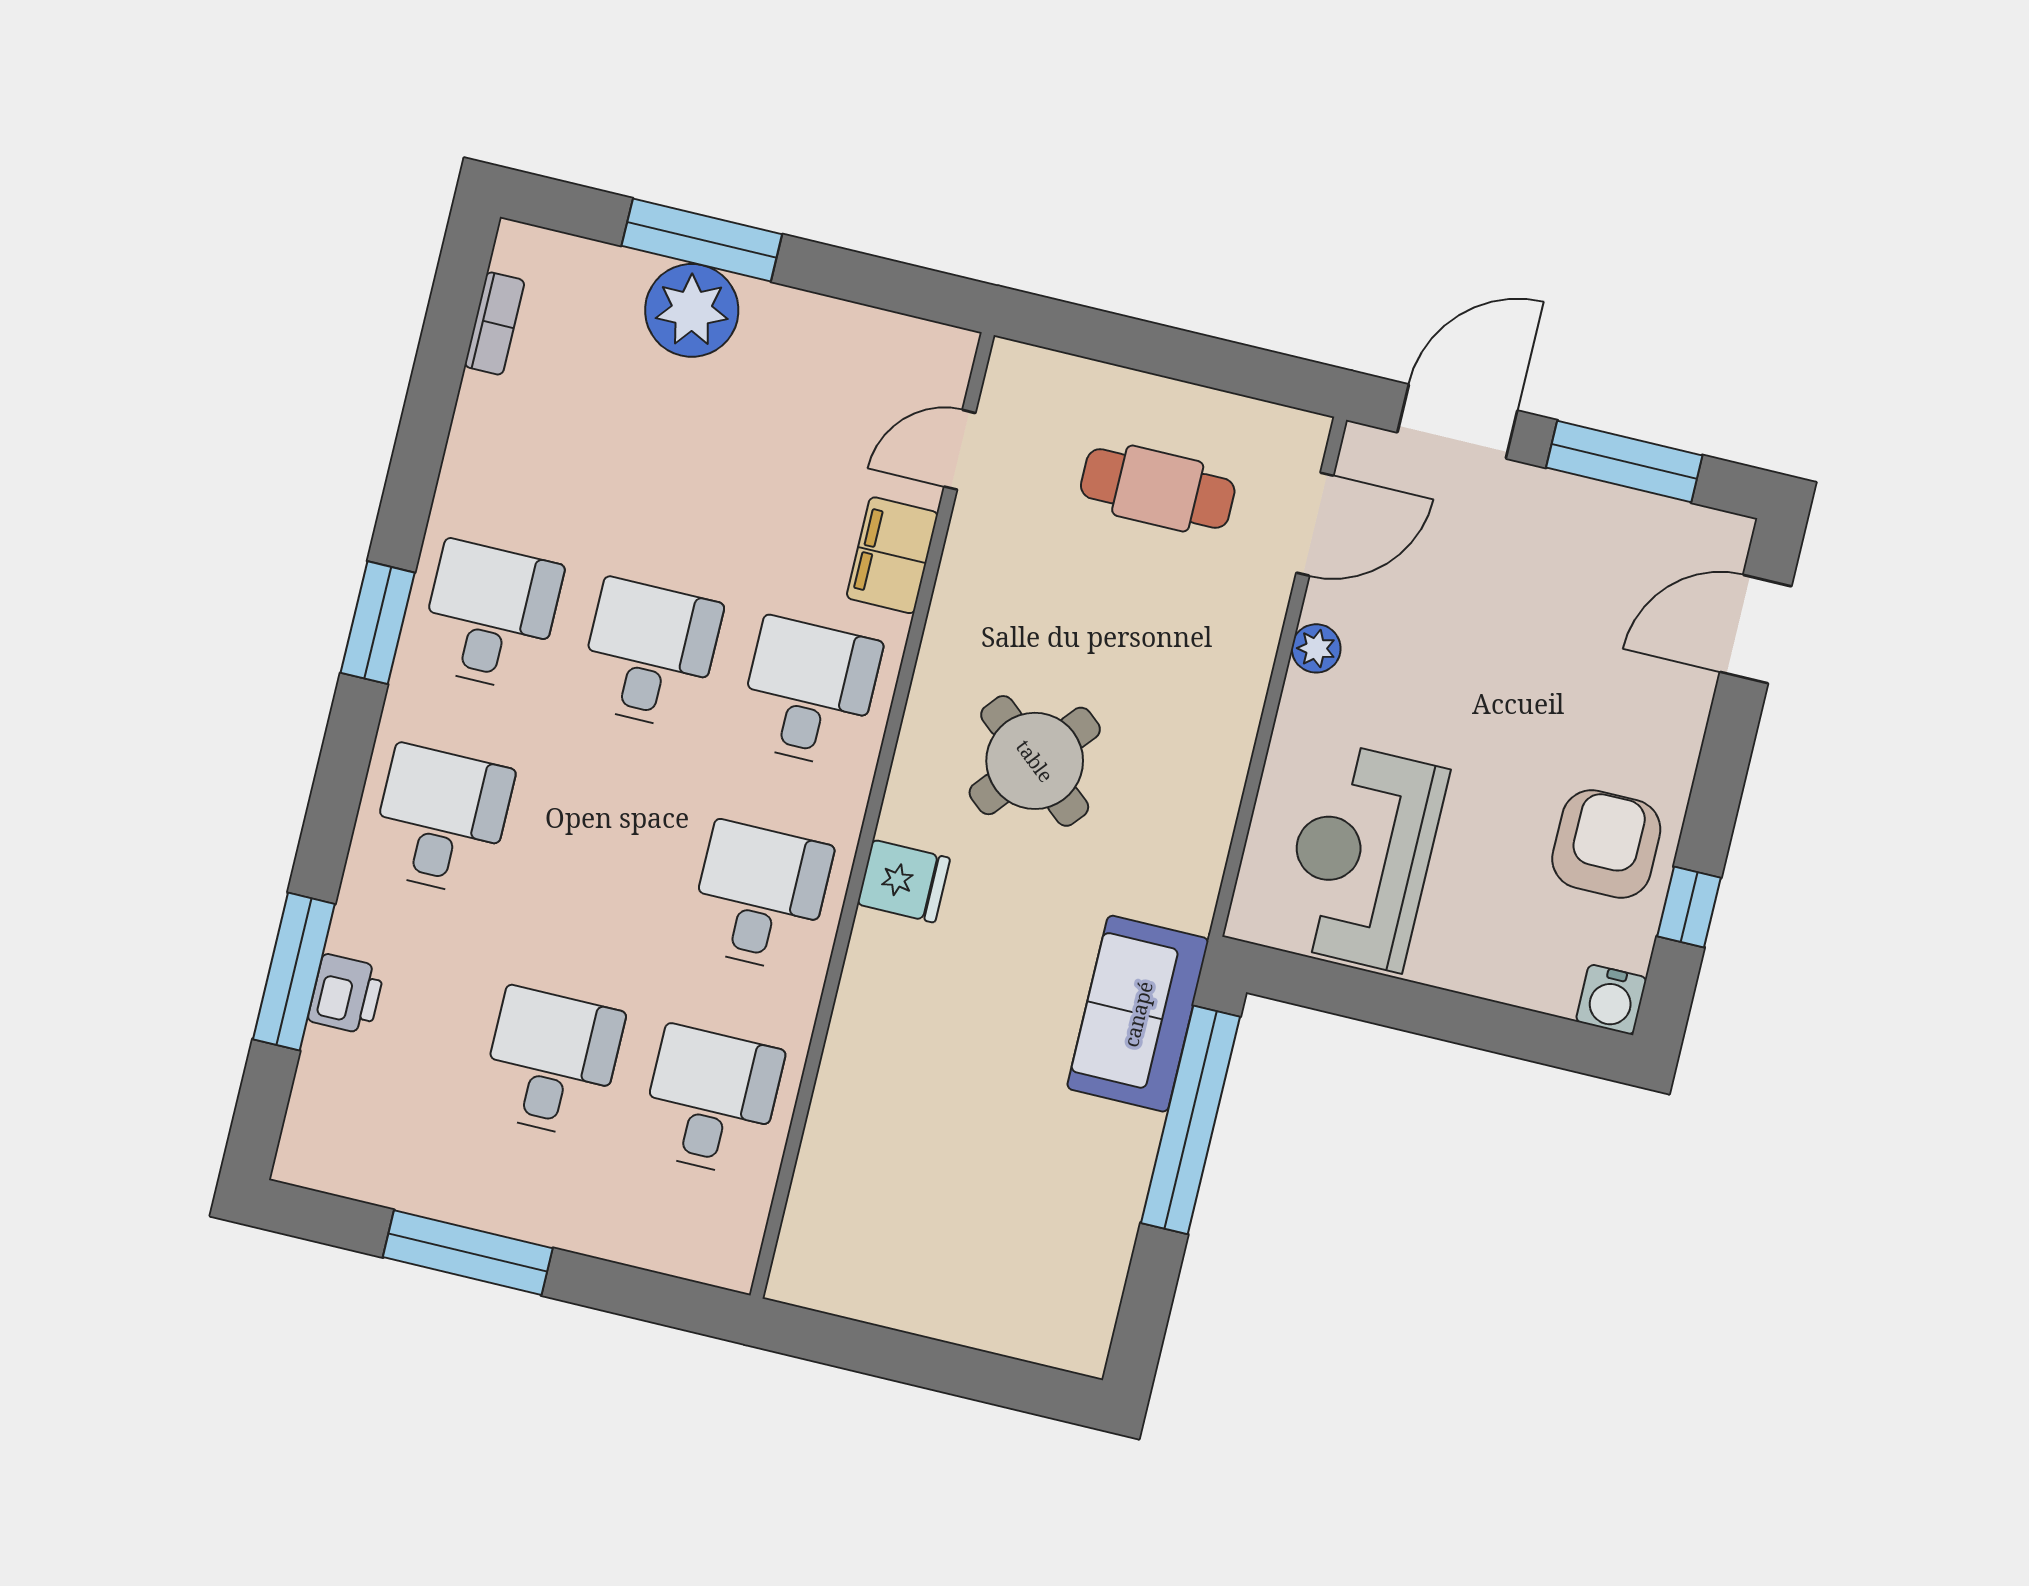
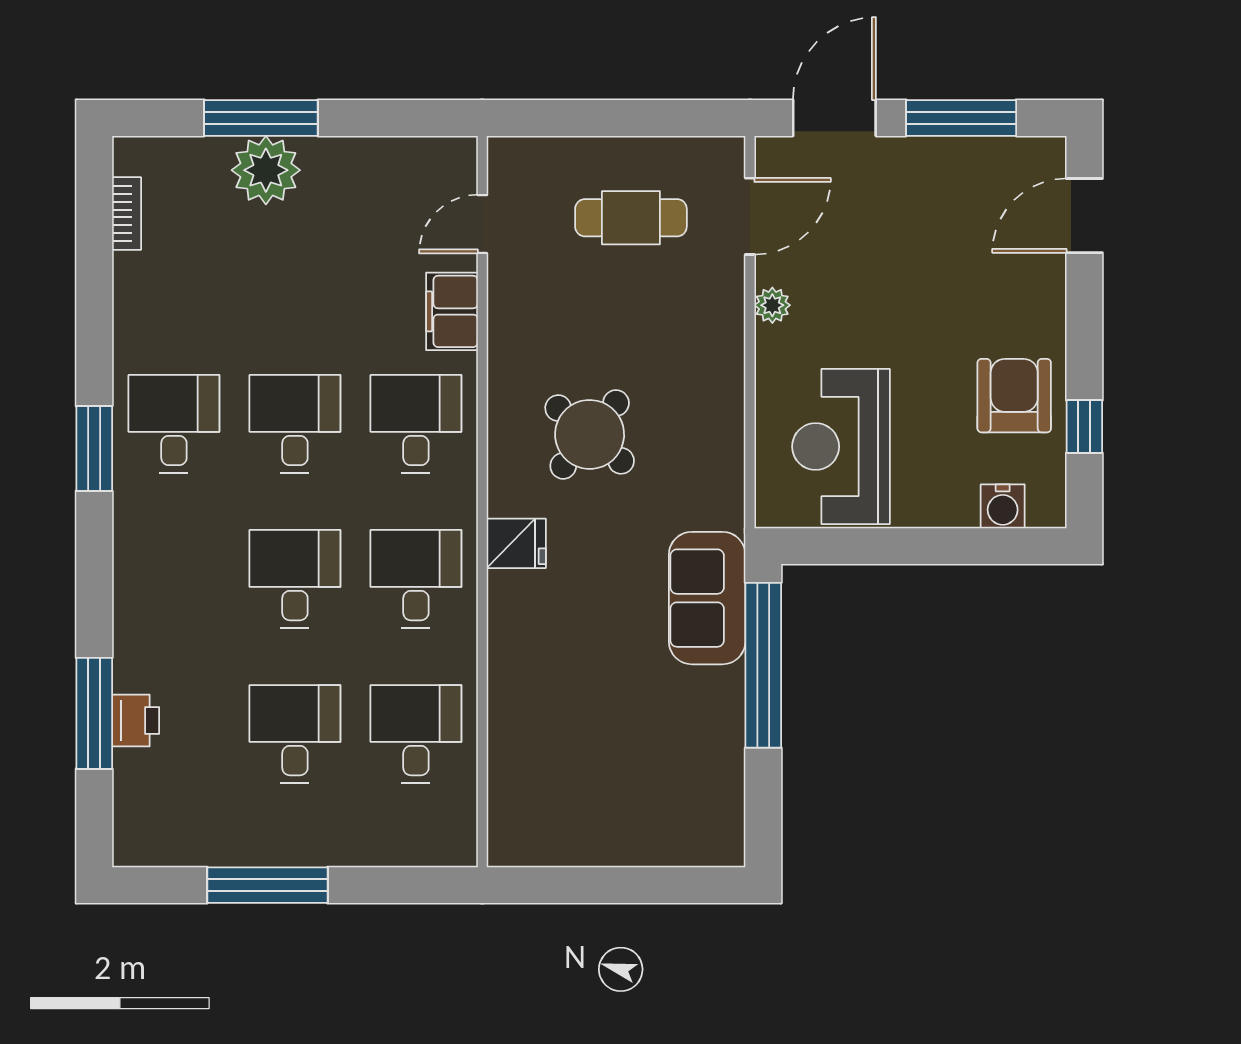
desk: (441, 820) -> (295, 579), moved
water cooler: (1611, 999) -> (1003, 506), moved

